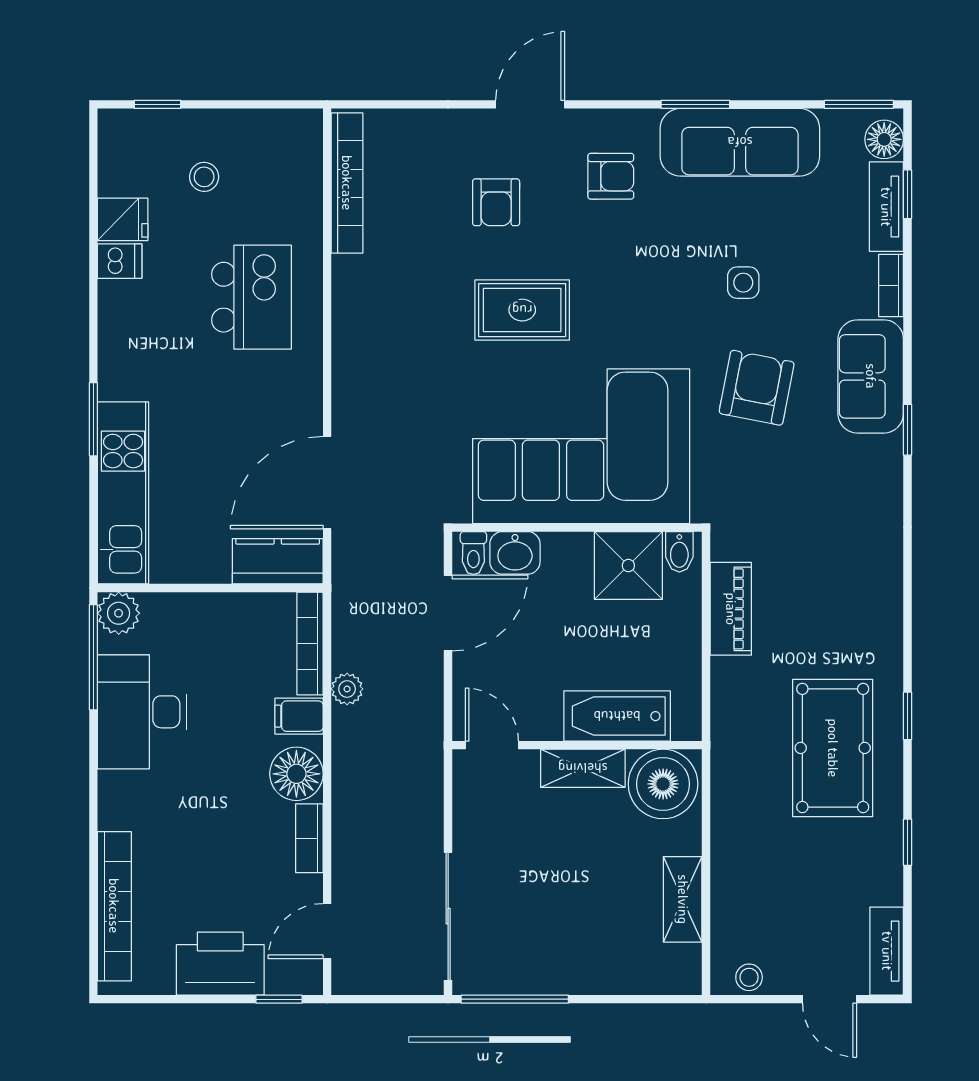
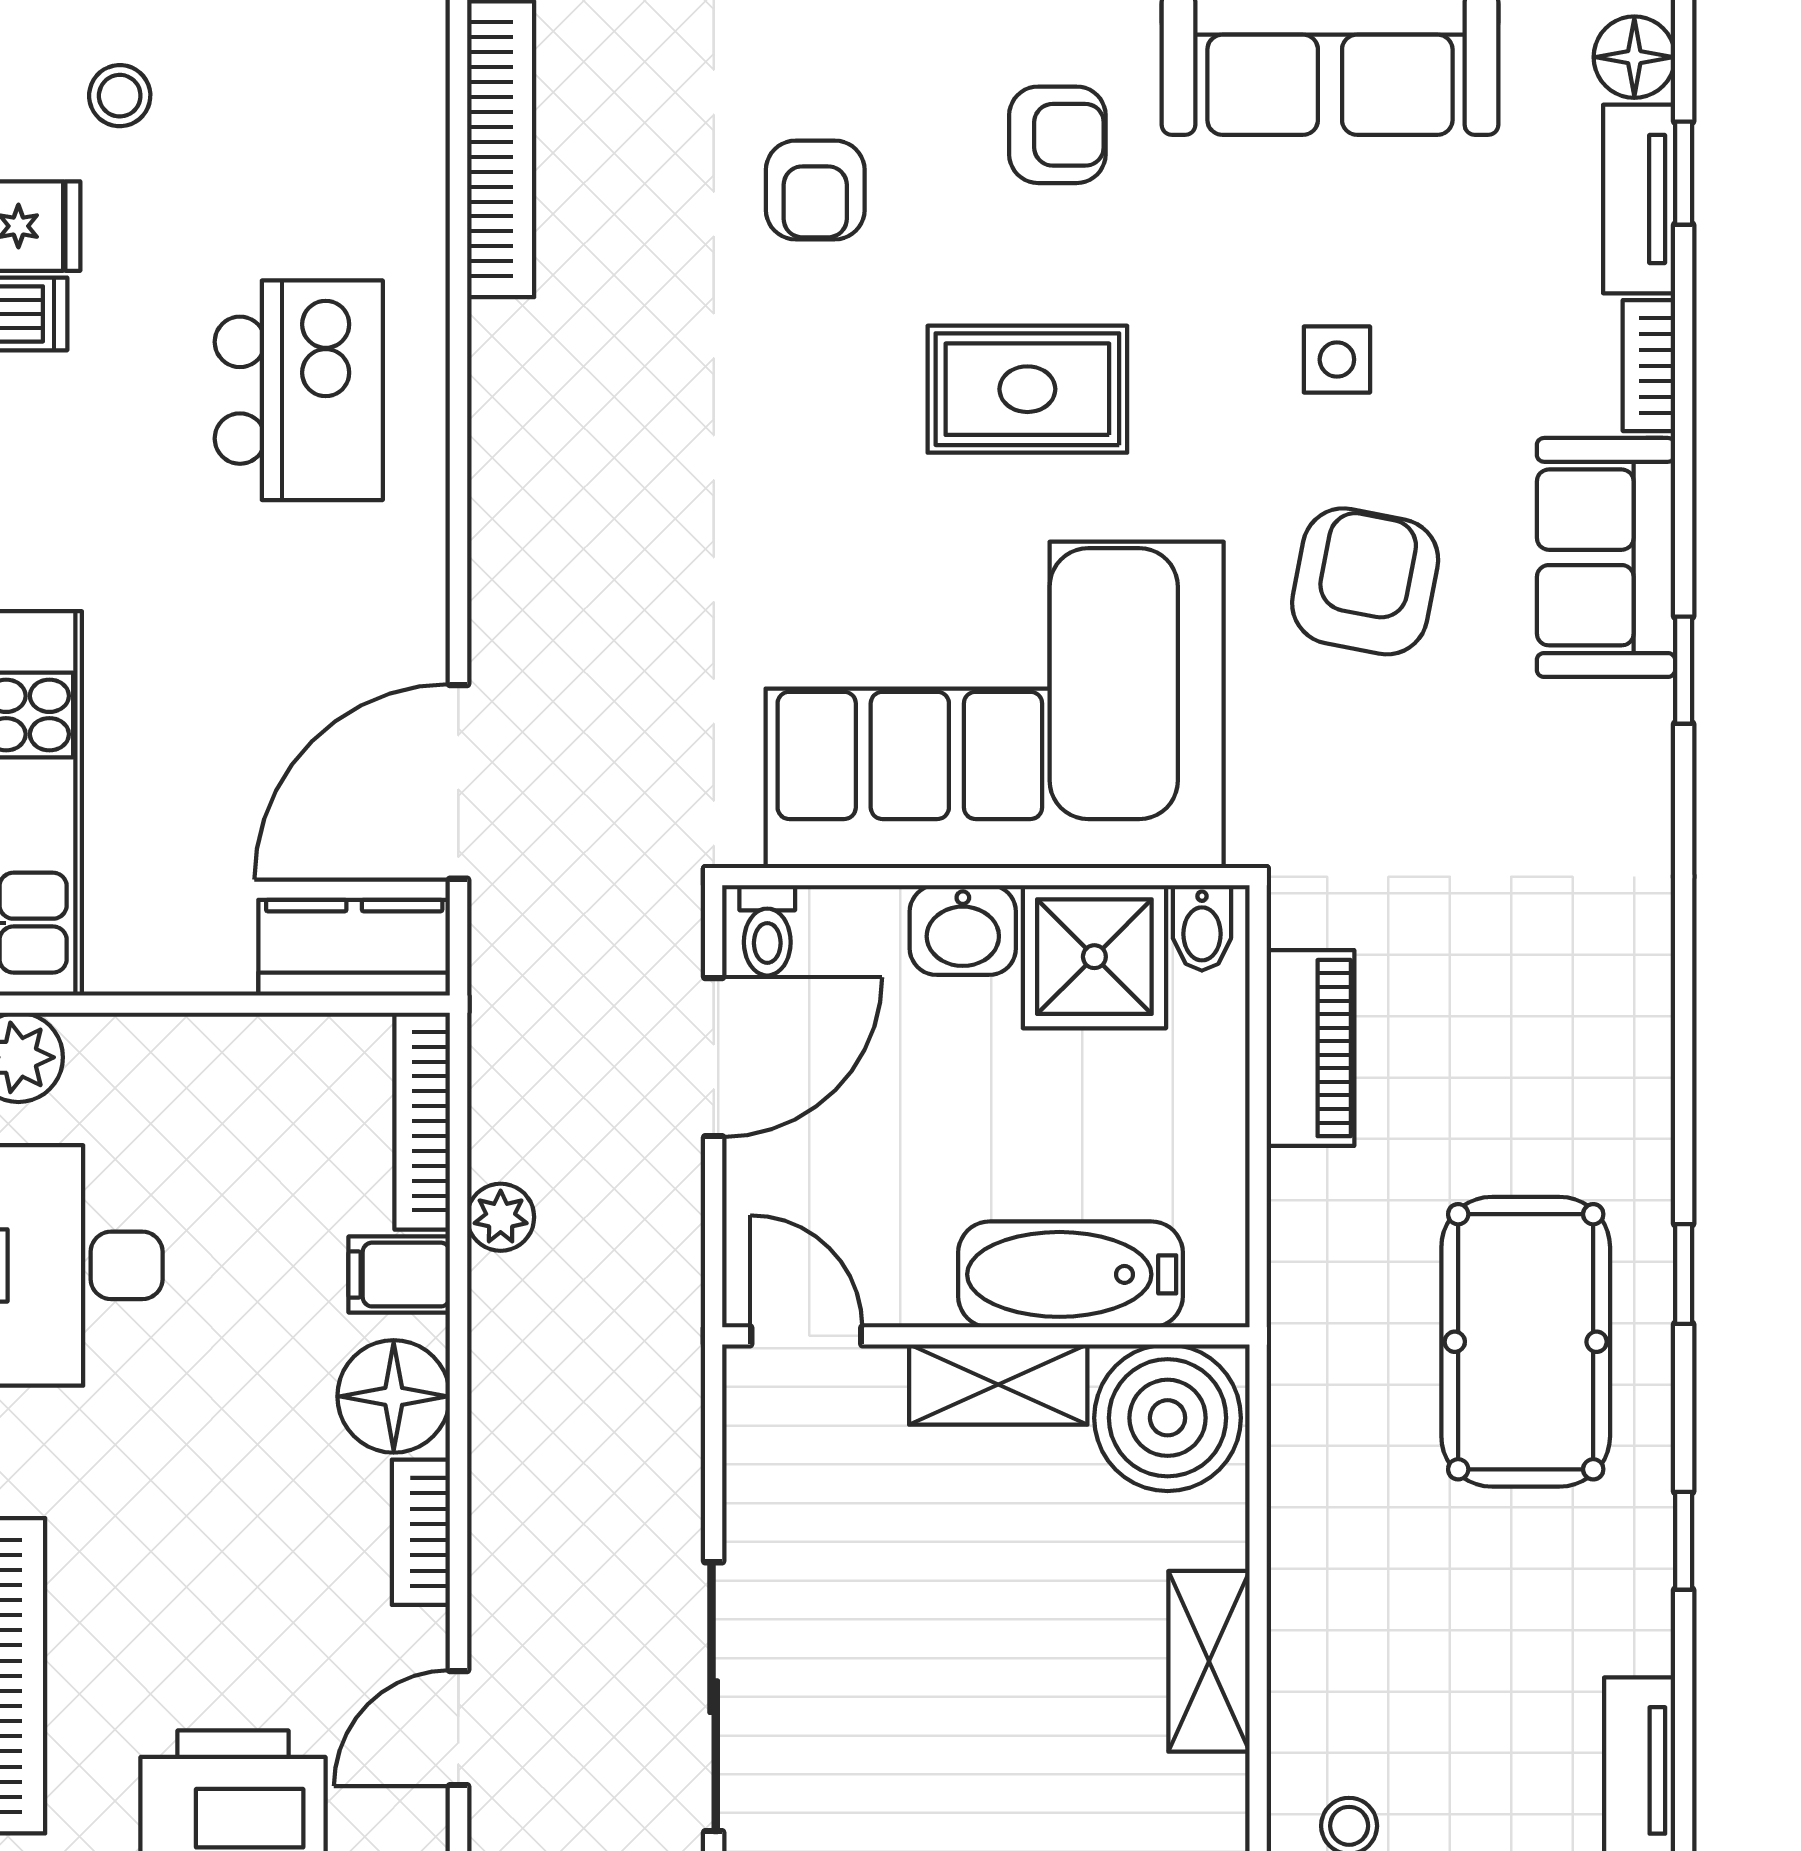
stool: (204, 177) -> (120, 96), moved
rug: (522, 310) -> (1027, 389), moved
washbasin: (515, 553) -> (963, 930), moved

